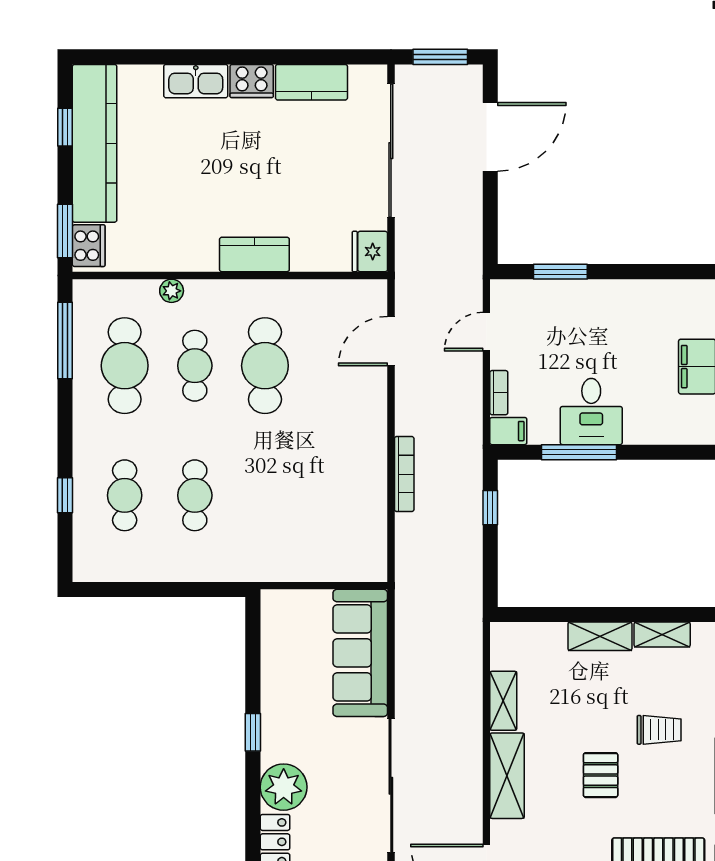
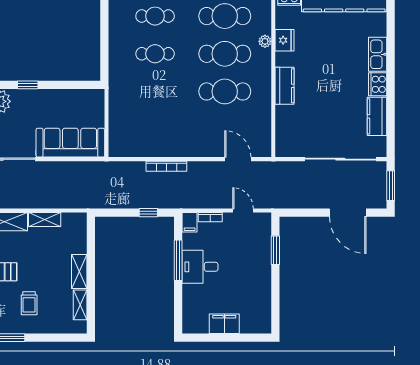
fridge: (370, 252) -> (285, 40), moved, turned 90
cafe table: (195, 366) -> (225, 54), width x1.37, depth x1.35

